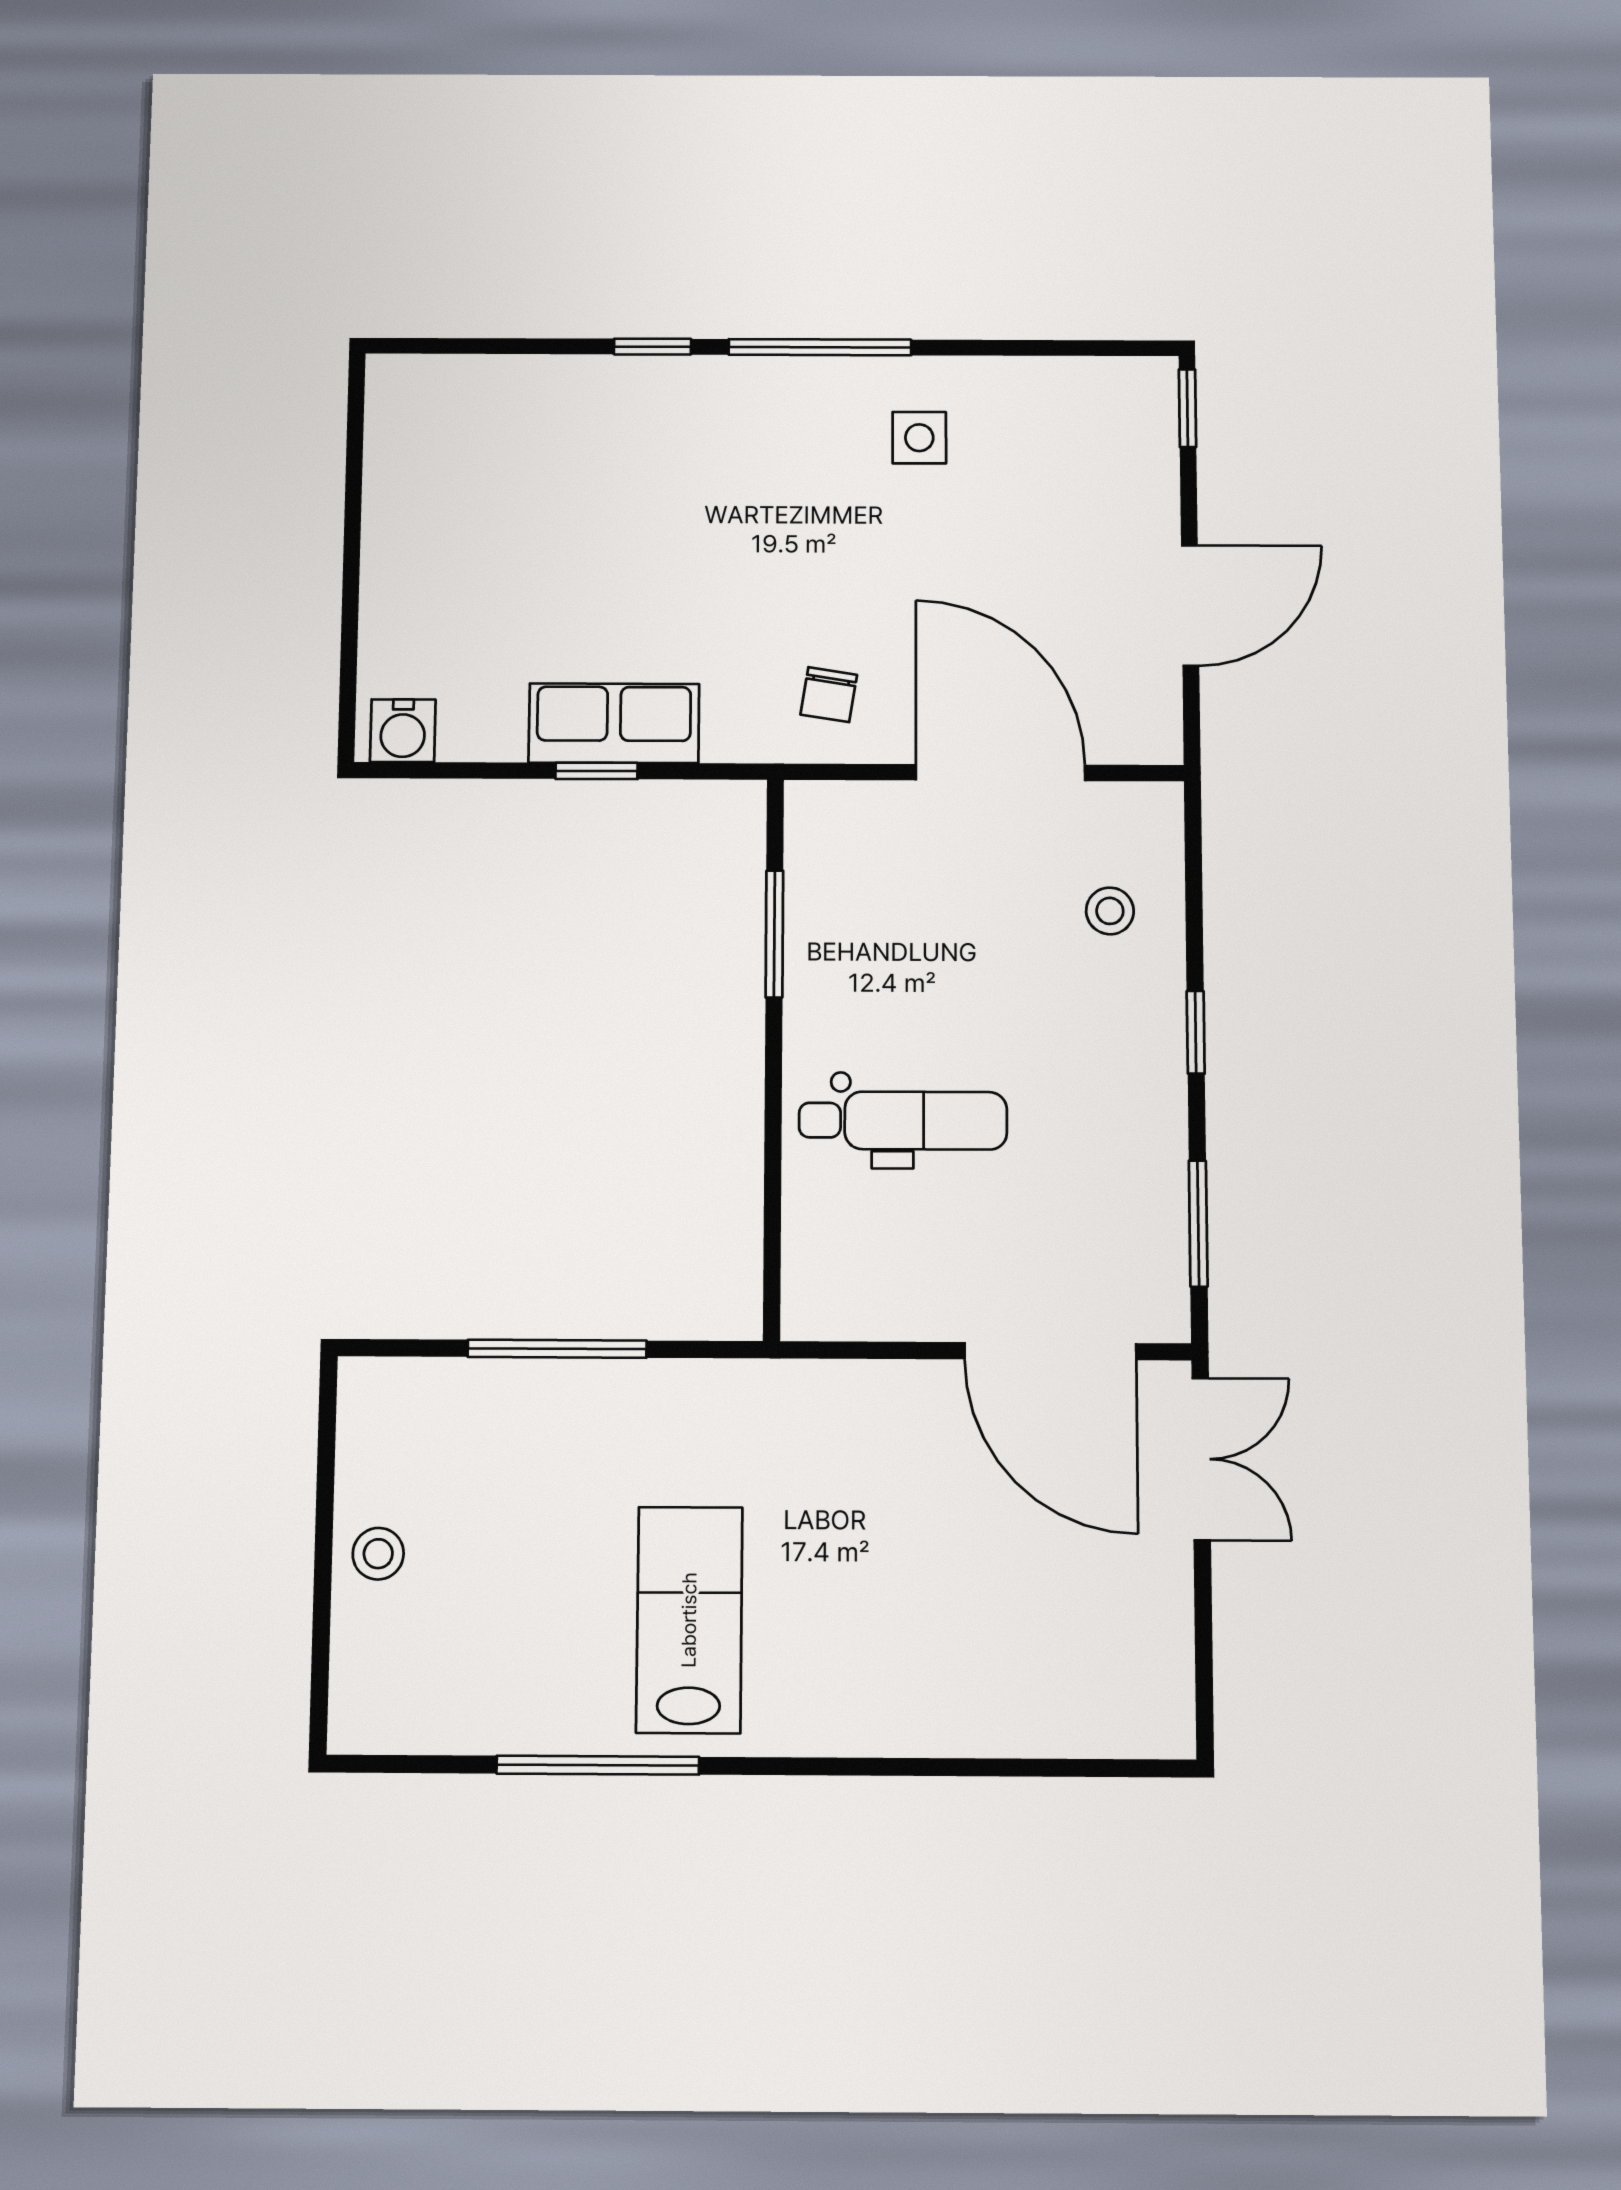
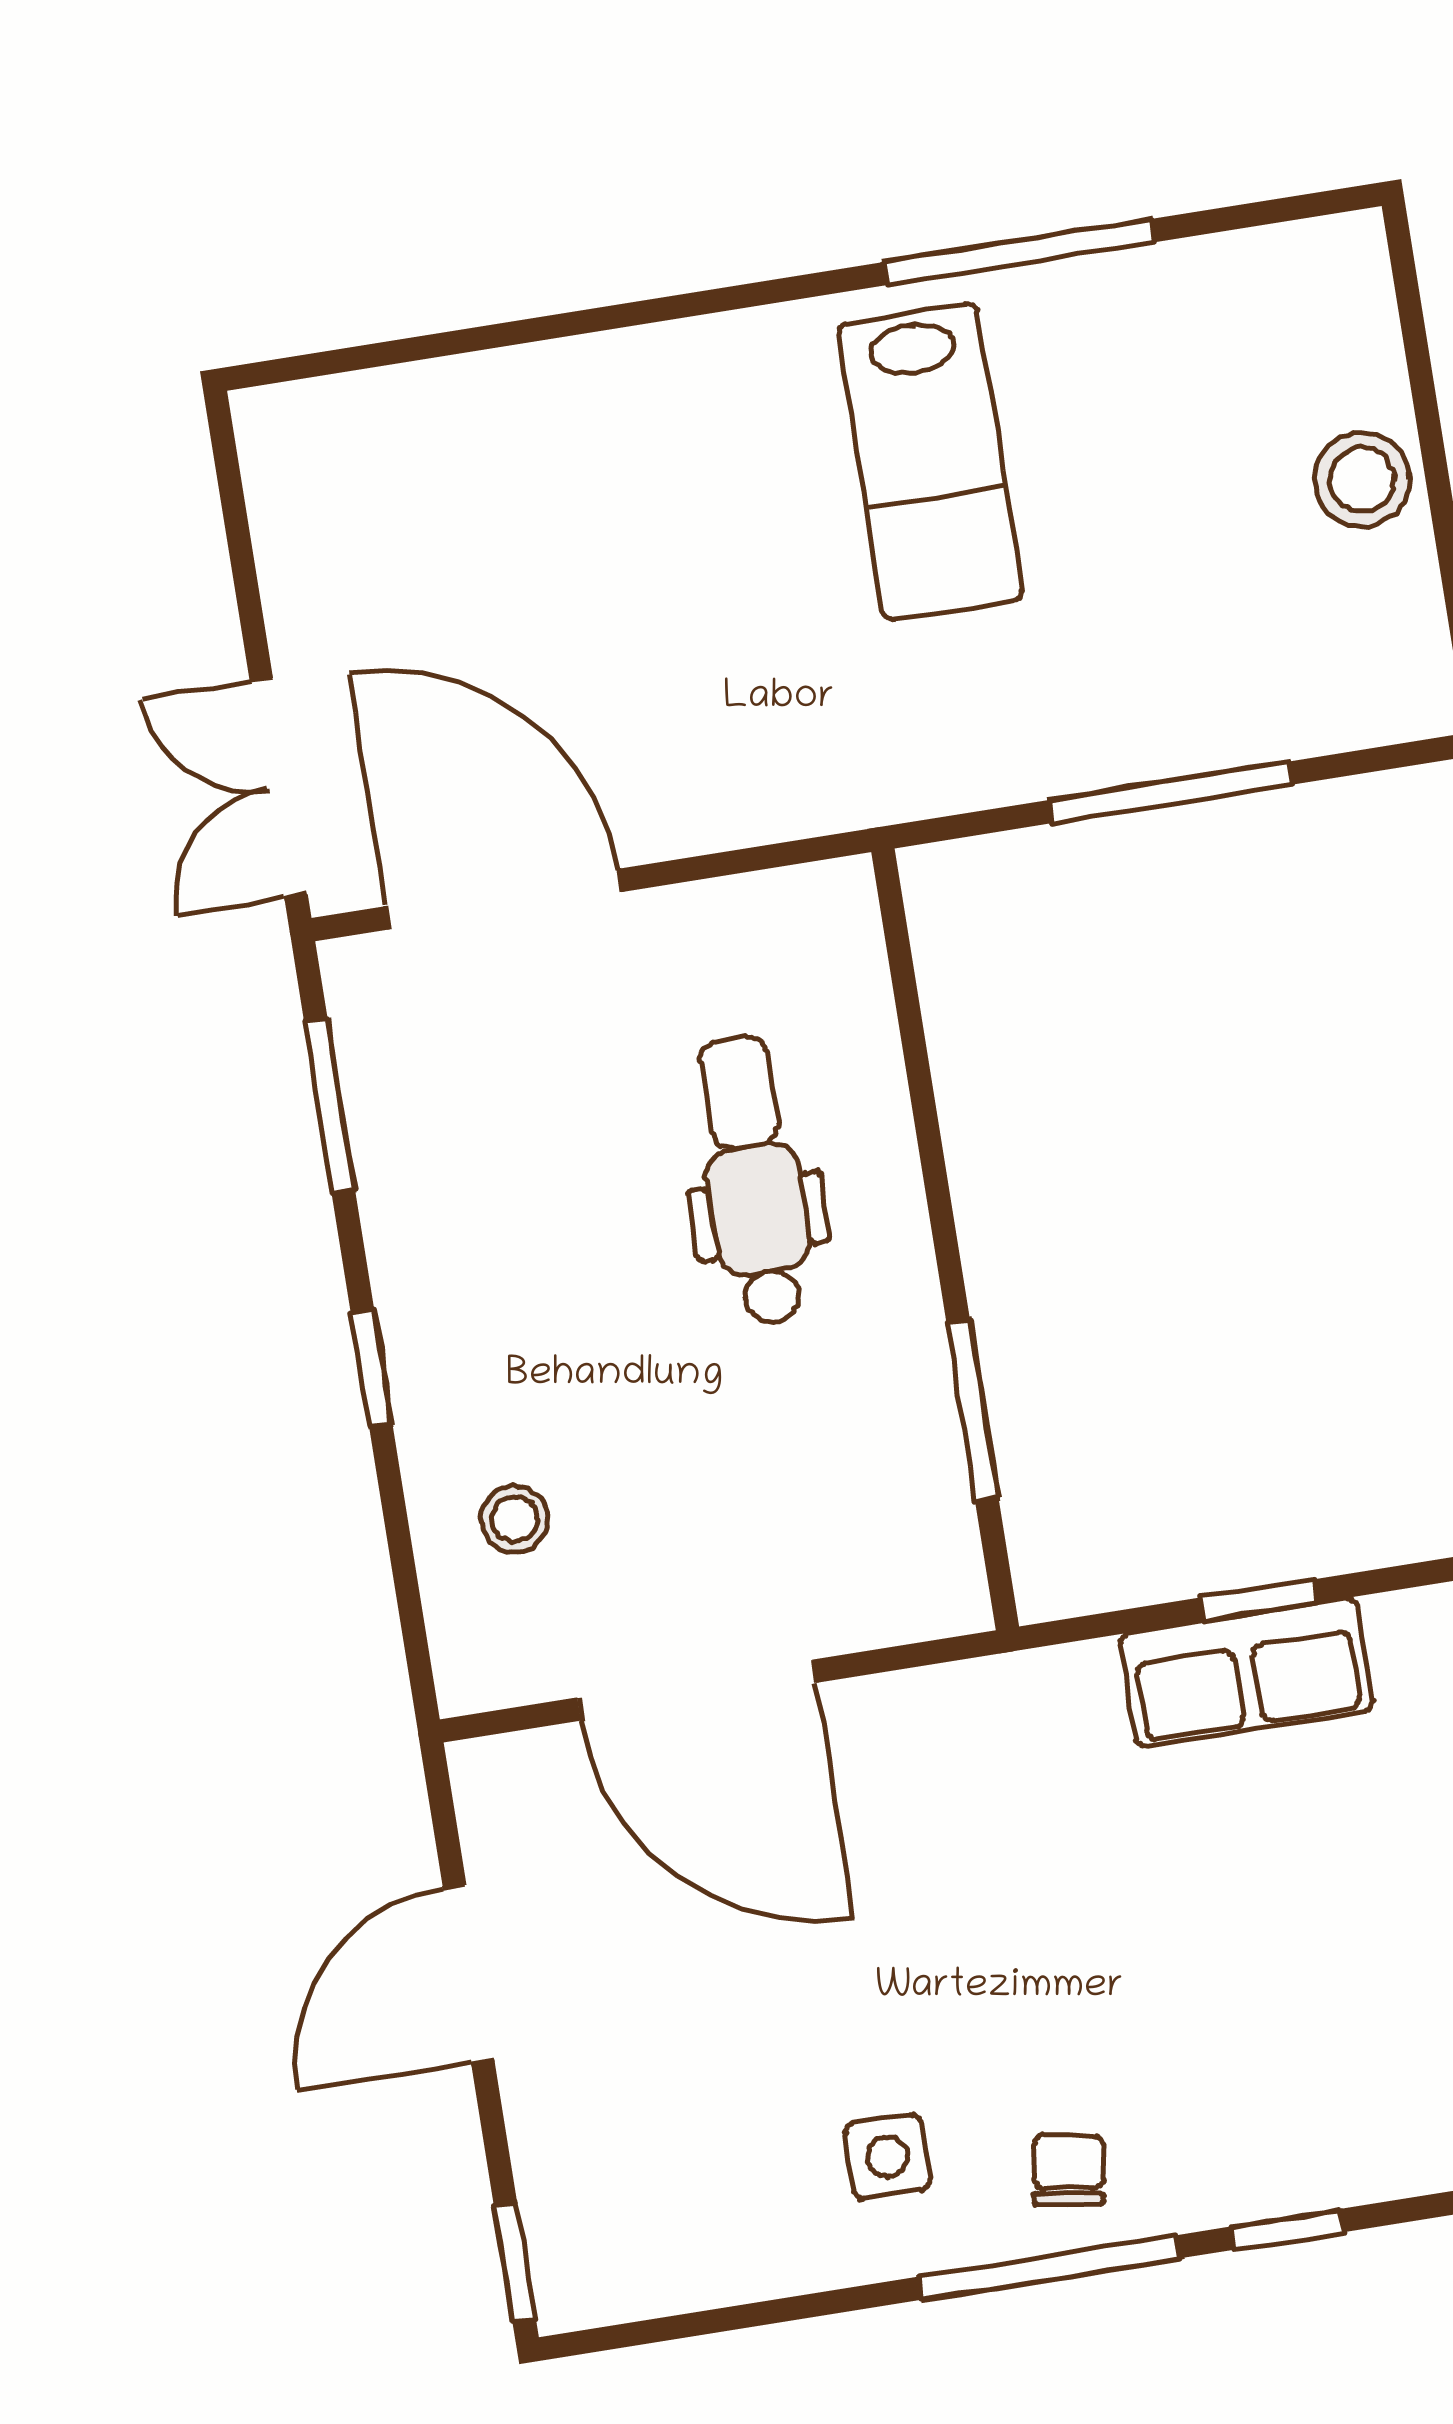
chair: (829, 695) -> (1069, 2170), moved
dental chair: (903, 1121) -> (753, 1180), turned 90
stool: (378, 1554) -> (1362, 480), width x1.37, depth x1.37

